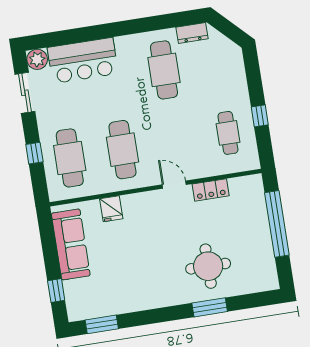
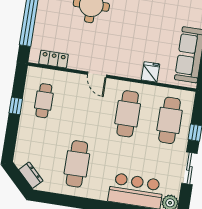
dresser: (192, 33) -> (31, 175), moved, turned 45
sliding door: (25, 93) -> (189, 168), moved
locker: (211, 190) -> (54, 59), moved

